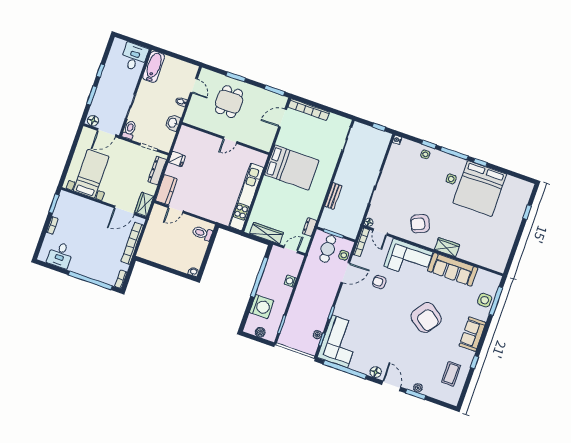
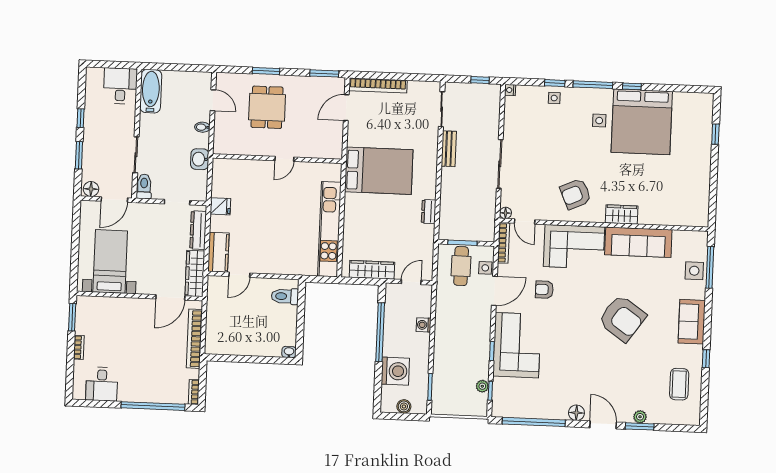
bench: (333, 196) -> (449, 149), moved
wardrobe: (144, 204) -> (195, 273), width x1.50
dresser: (309, 227) -> (429, 212), moved
corner sofa: (340, 341) -> (517, 345), moved

